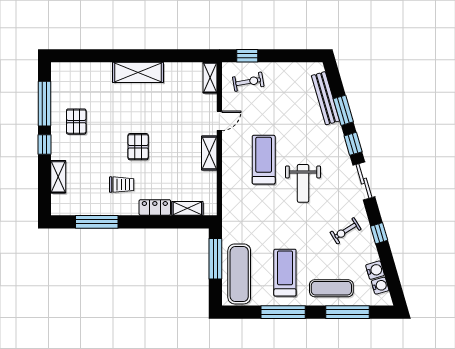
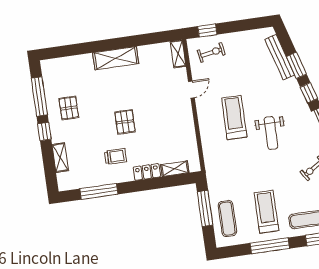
shelving: (209, 153) -> (187, 119), removed
exercise mat: (239, 274) -> (227, 219), width x0.73, depth x0.69

